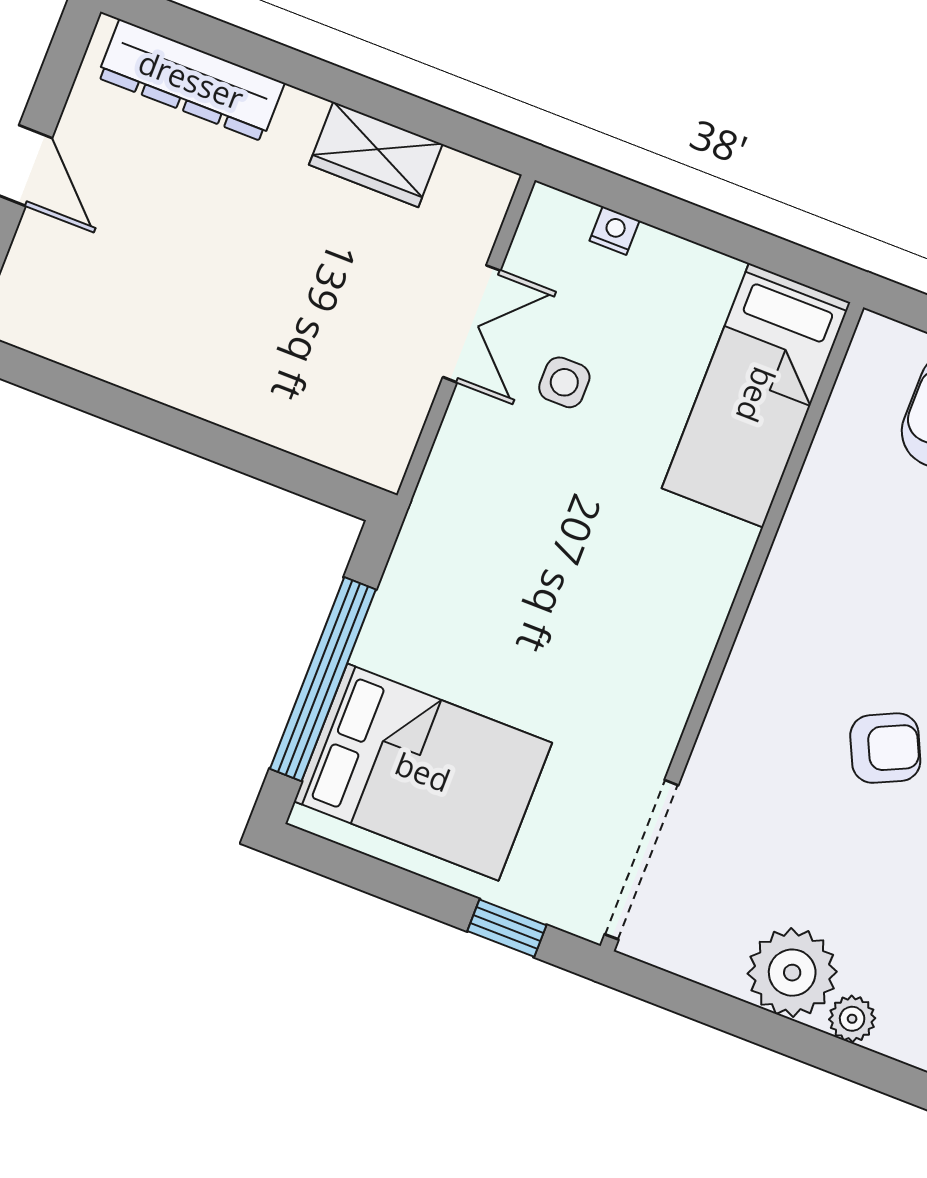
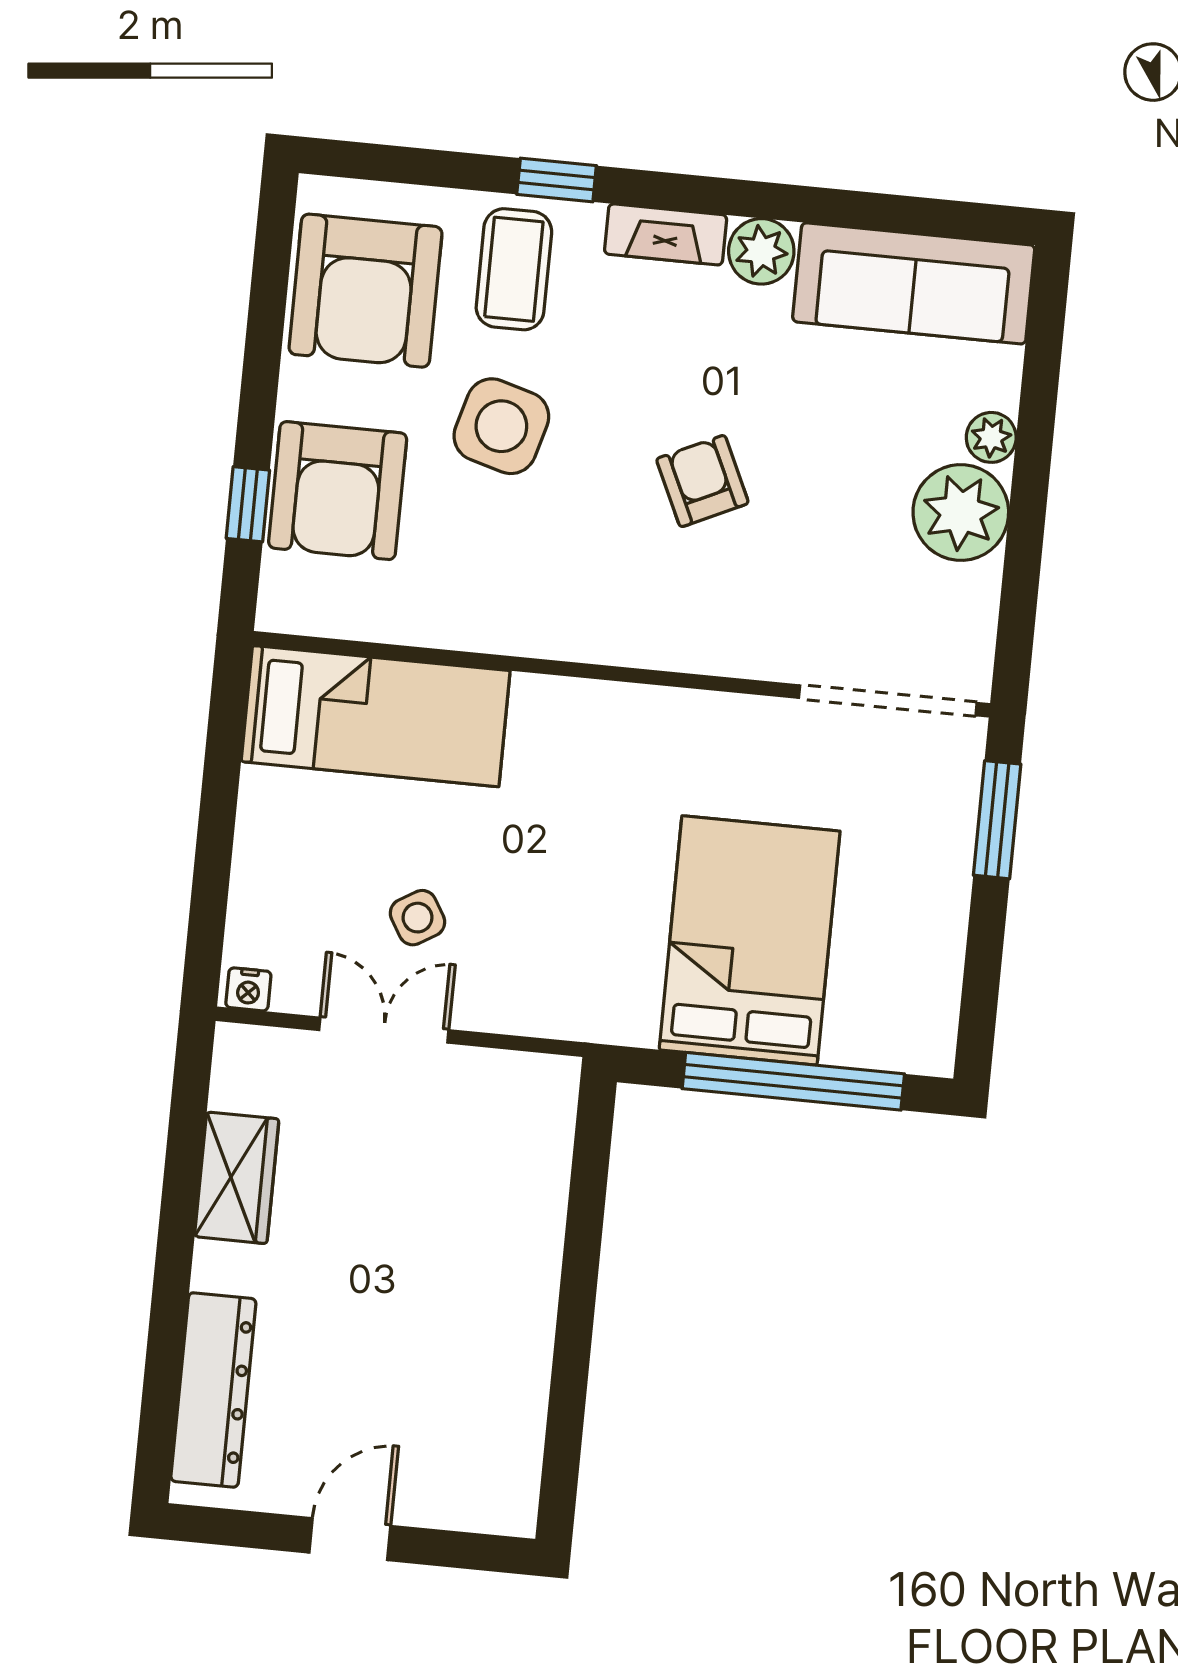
nightstand: (614, 231) -> (248, 989), moved, turned -90
side table: (564, 382) -> (418, 918), turned -31
bed: (423, 772) -> (750, 940), moved
window: (507, 928) -> (997, 820), width x1.50

